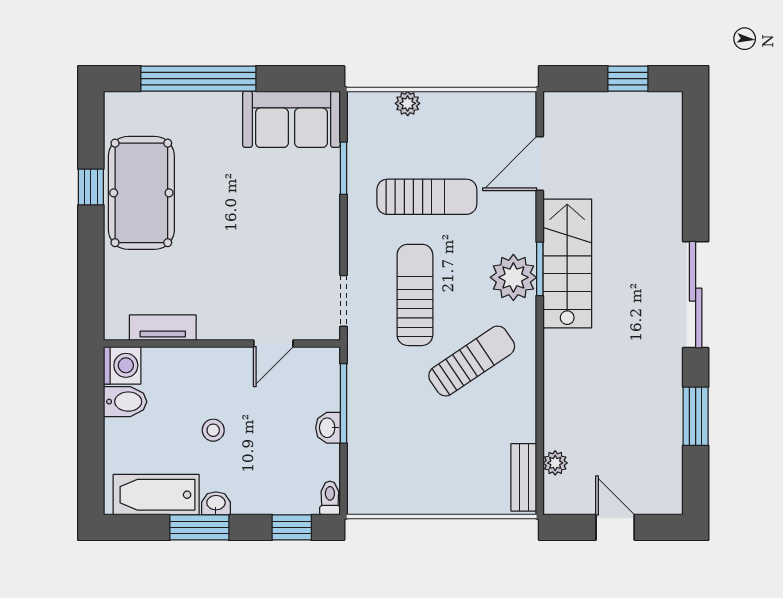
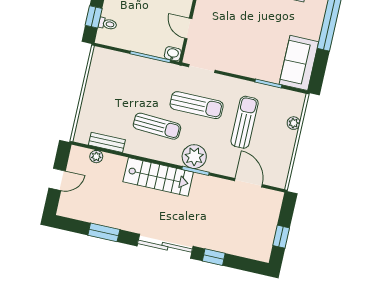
sun lounger: (427, 197) -> (245, 122), turned 180
window: (696, 198) -> (214, 257), added
stairs: (567, 264) -> (158, 177), moved
sun lounger: (472, 361) -> (157, 126), turned -53
washbasin: (328, 428) -> (173, 54), moved
bench: (524, 477) -> (107, 142), moved
toilet: (330, 498) -> (108, 24), moved

